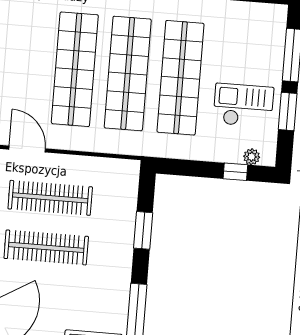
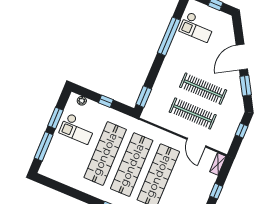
window: (235, 172) -> (106, 101), moved
window: (143, 230) -> (144, 97), moved

